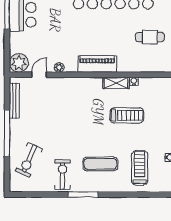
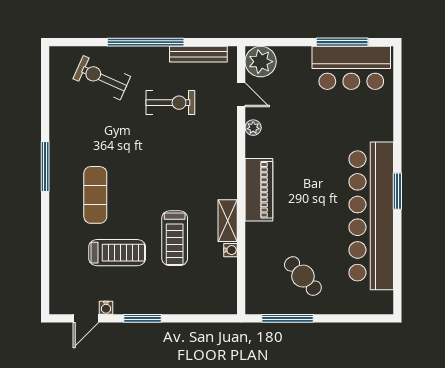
cafe table: (150, 37) -> (303, 276), turned -42
treadmill: (140, 168) -> (117, 253), moved
exercise bike: (62, 174) -> (170, 103), moved

